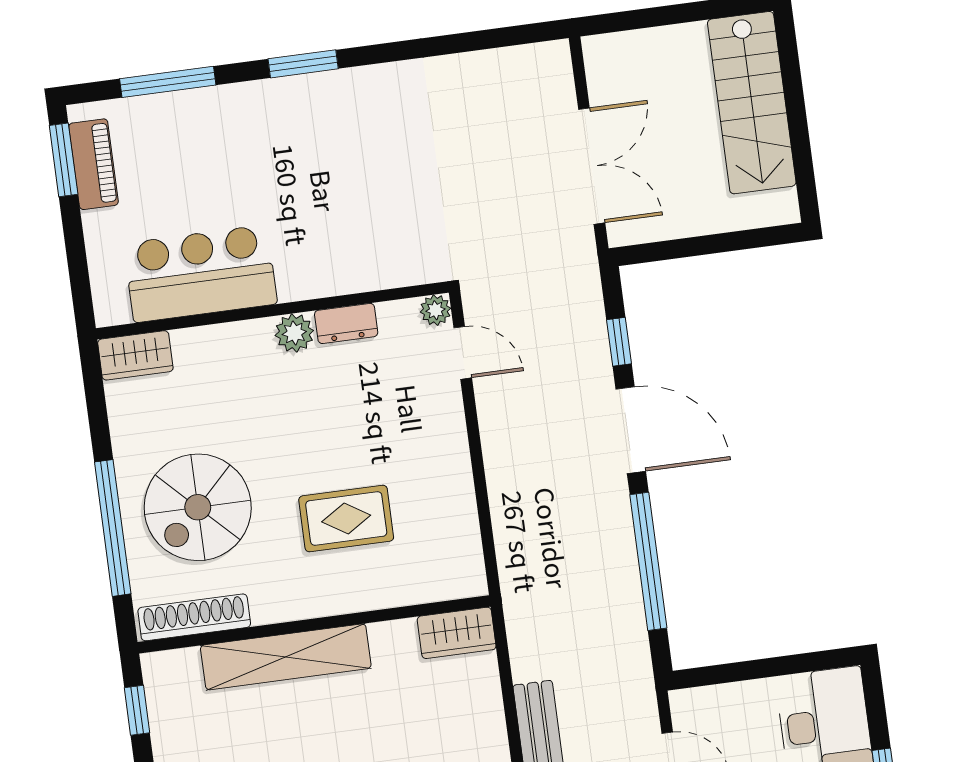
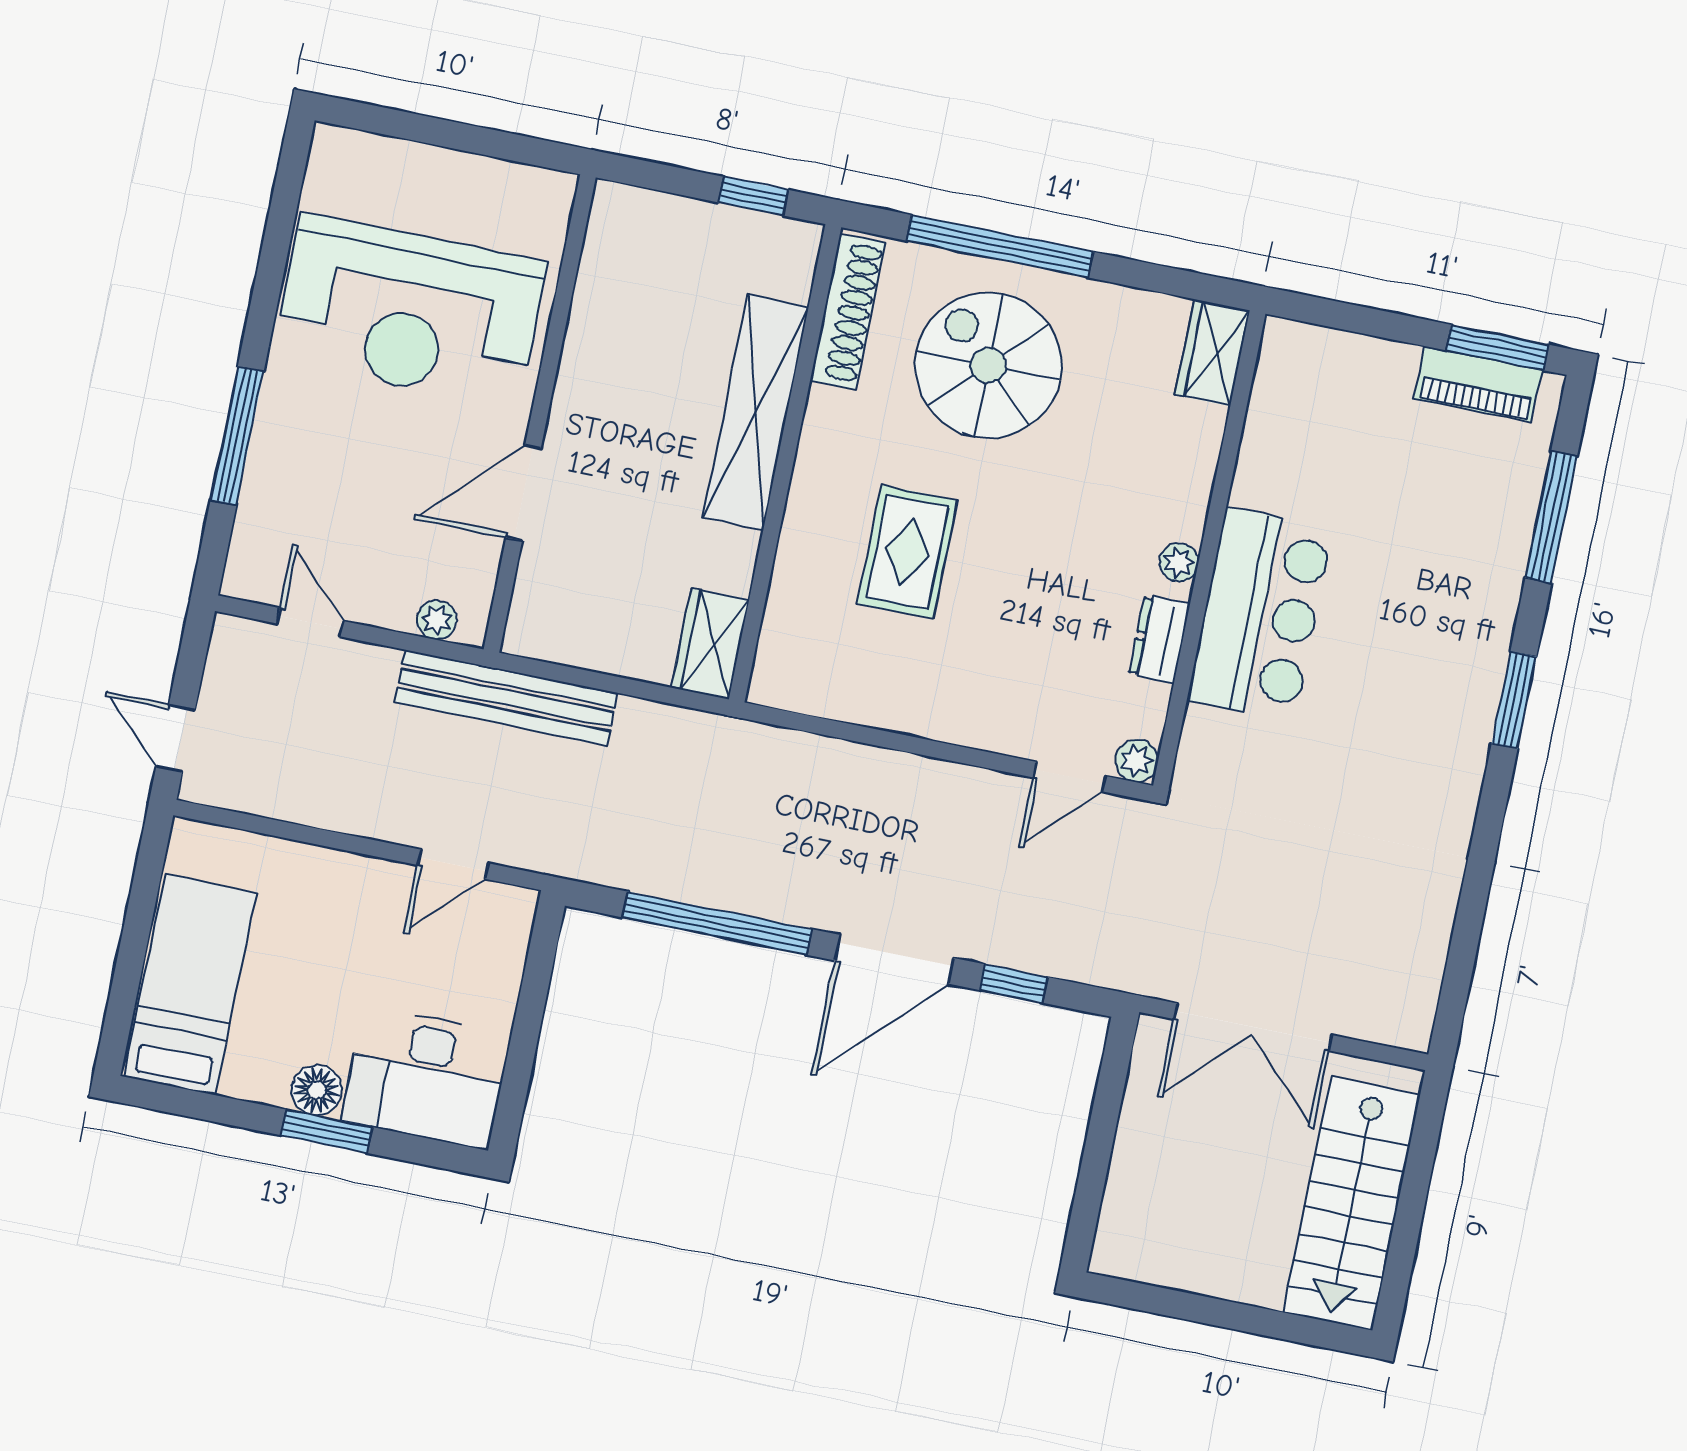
stairs: (752, 103) -> (1352, 1203), moved, turned -90
bar counter: (200, 274) -> (1260, 614), moved
plant: (294, 333) -> (1179, 562), width x0.73, depth x0.73

